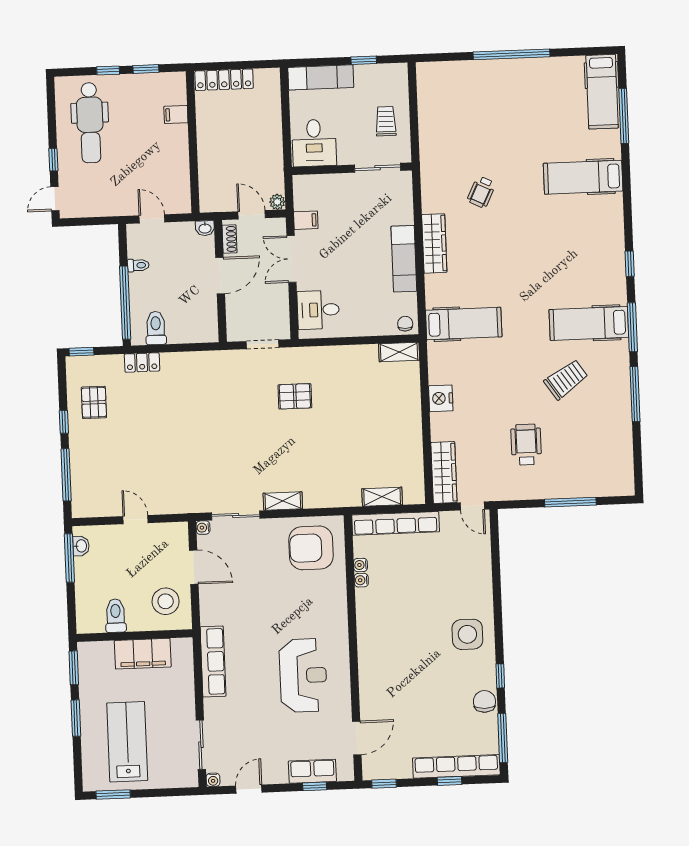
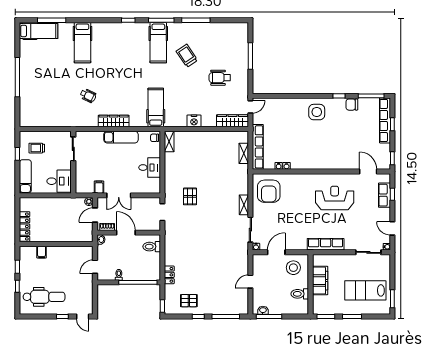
trolley: (386, 121) -> (37, 148), moved
desk: (318, 310) -> (150, 168), moved, turned -90
toilet: (156, 328) -> (152, 247), moved

